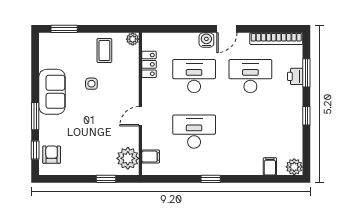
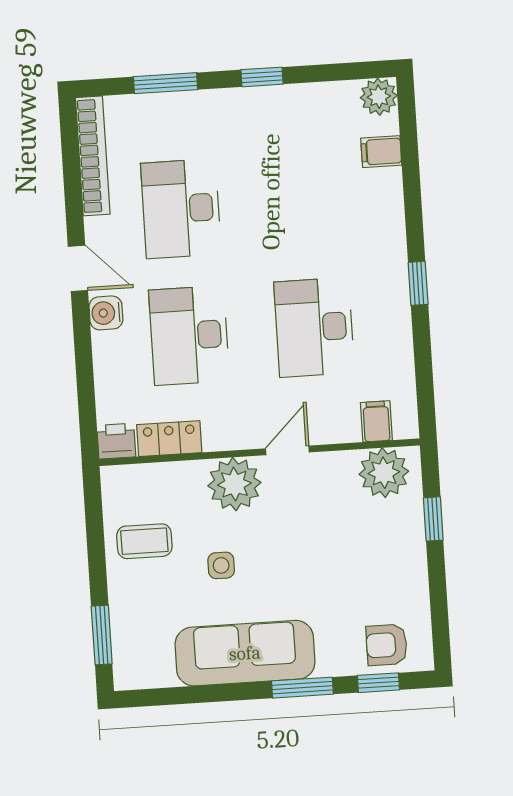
plant: (133, 39) -> (234, 484), moved, width x1.87, depth x1.87
printer: (295, 76) -> (116, 441), moved, turned 180
sofa: (52, 92) -> (245, 653), width x1.36
door: (140, 116) -> (287, 450), swing flipped

